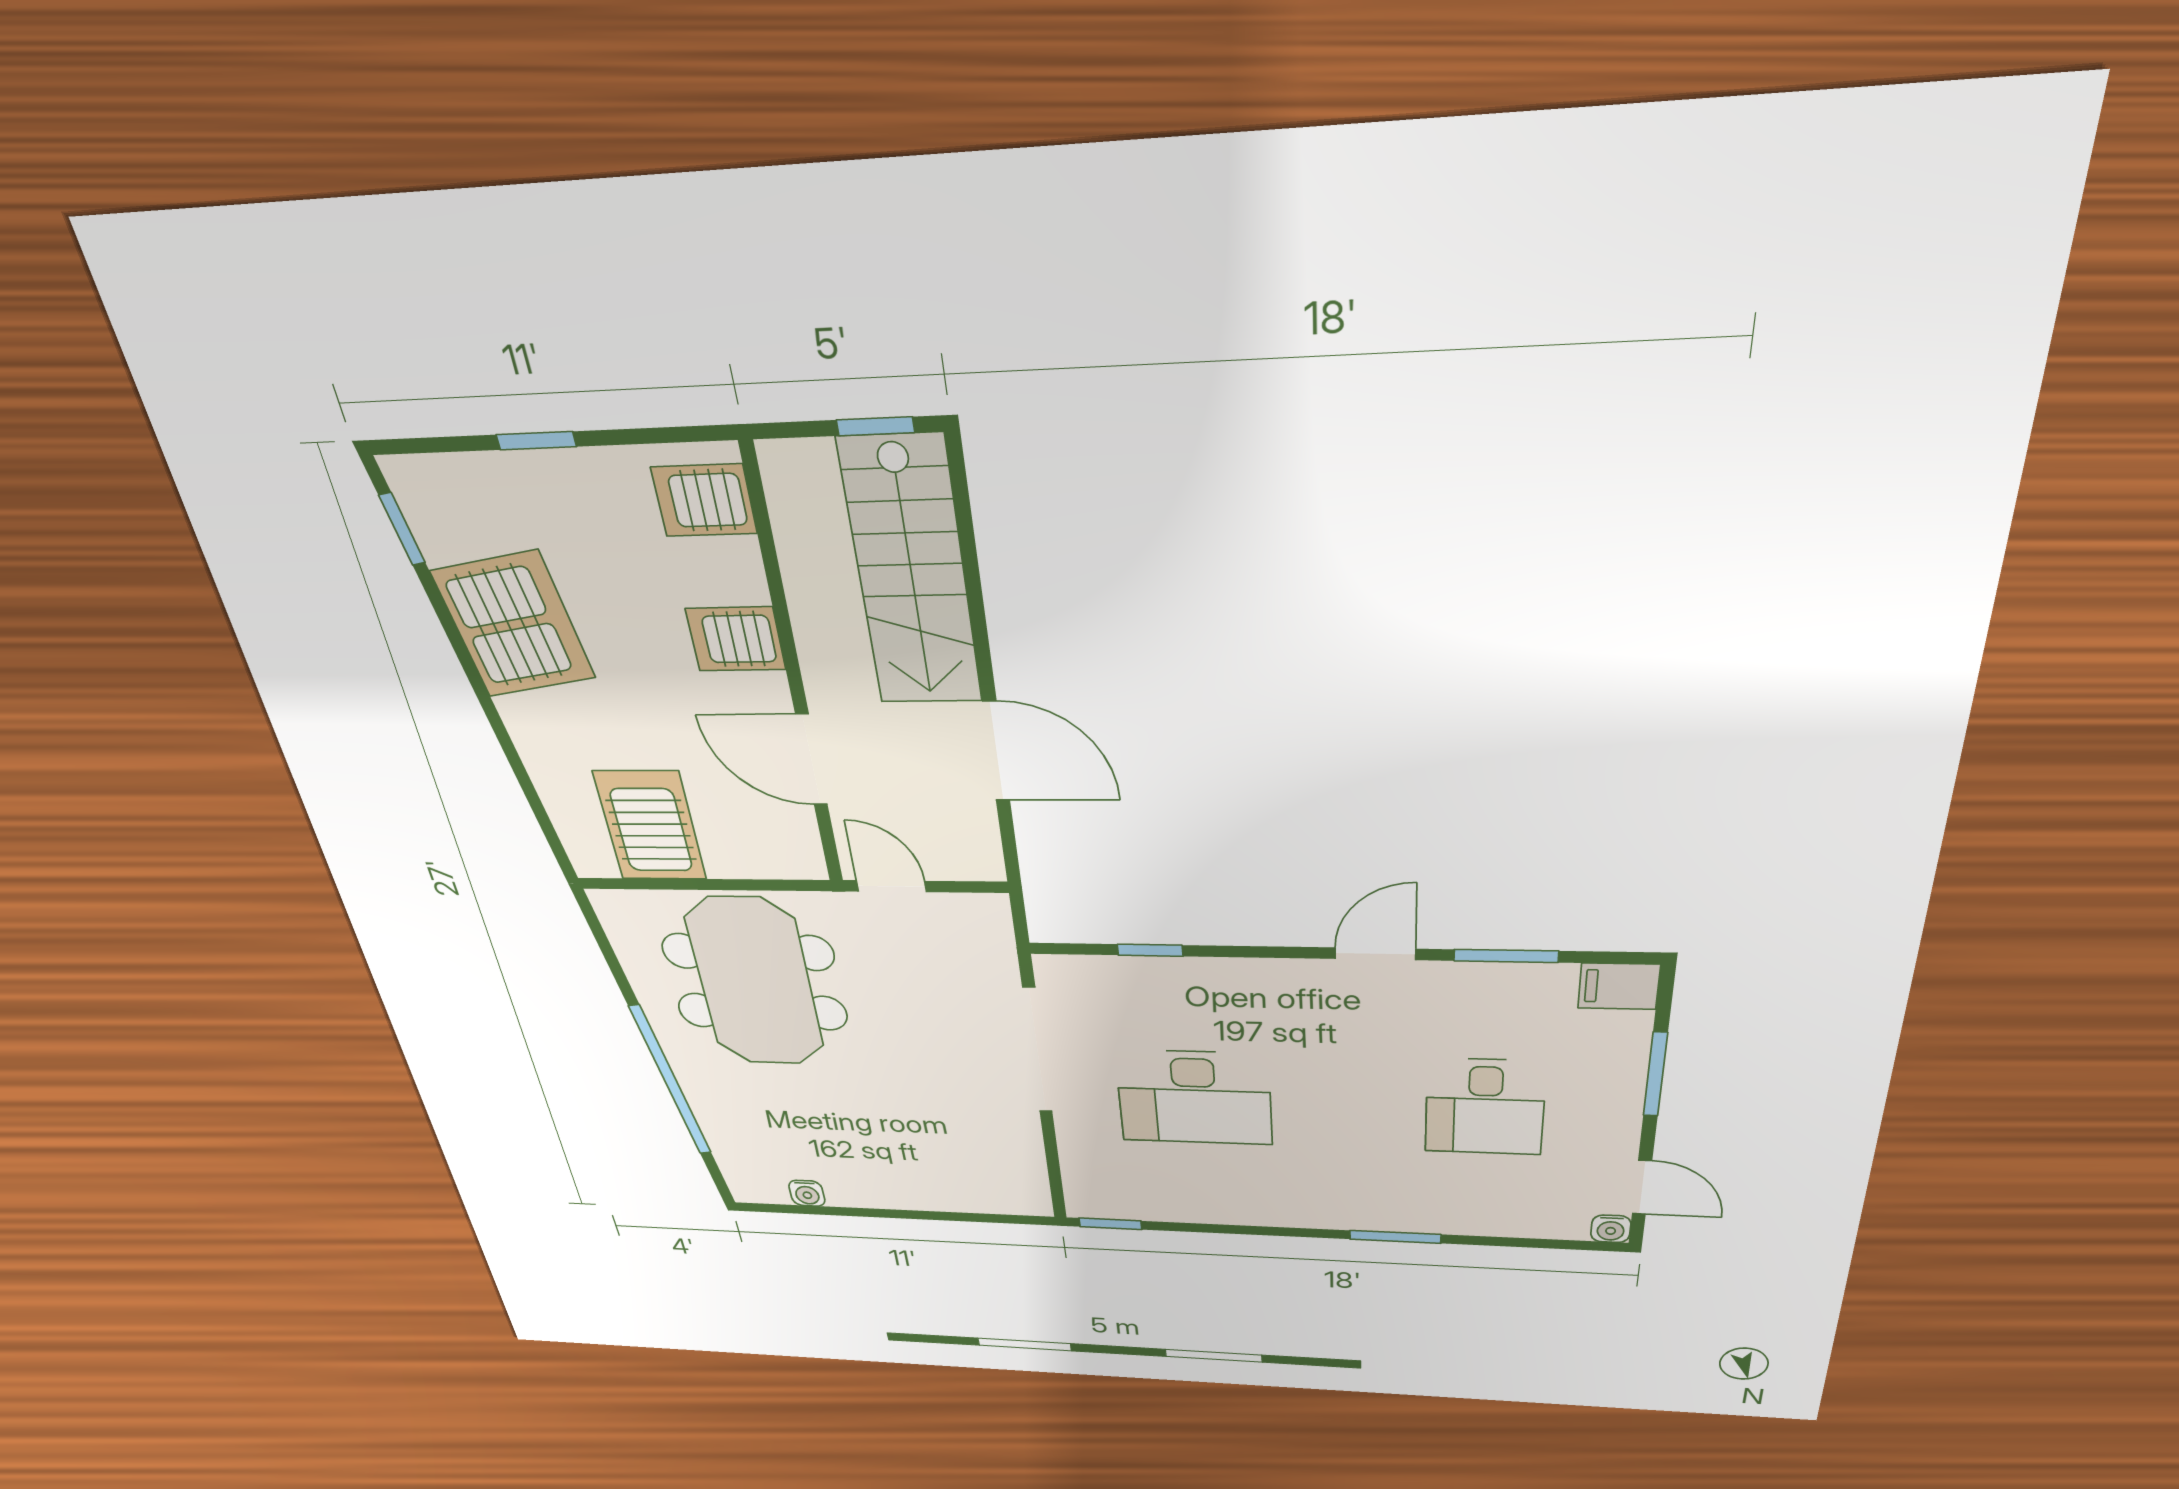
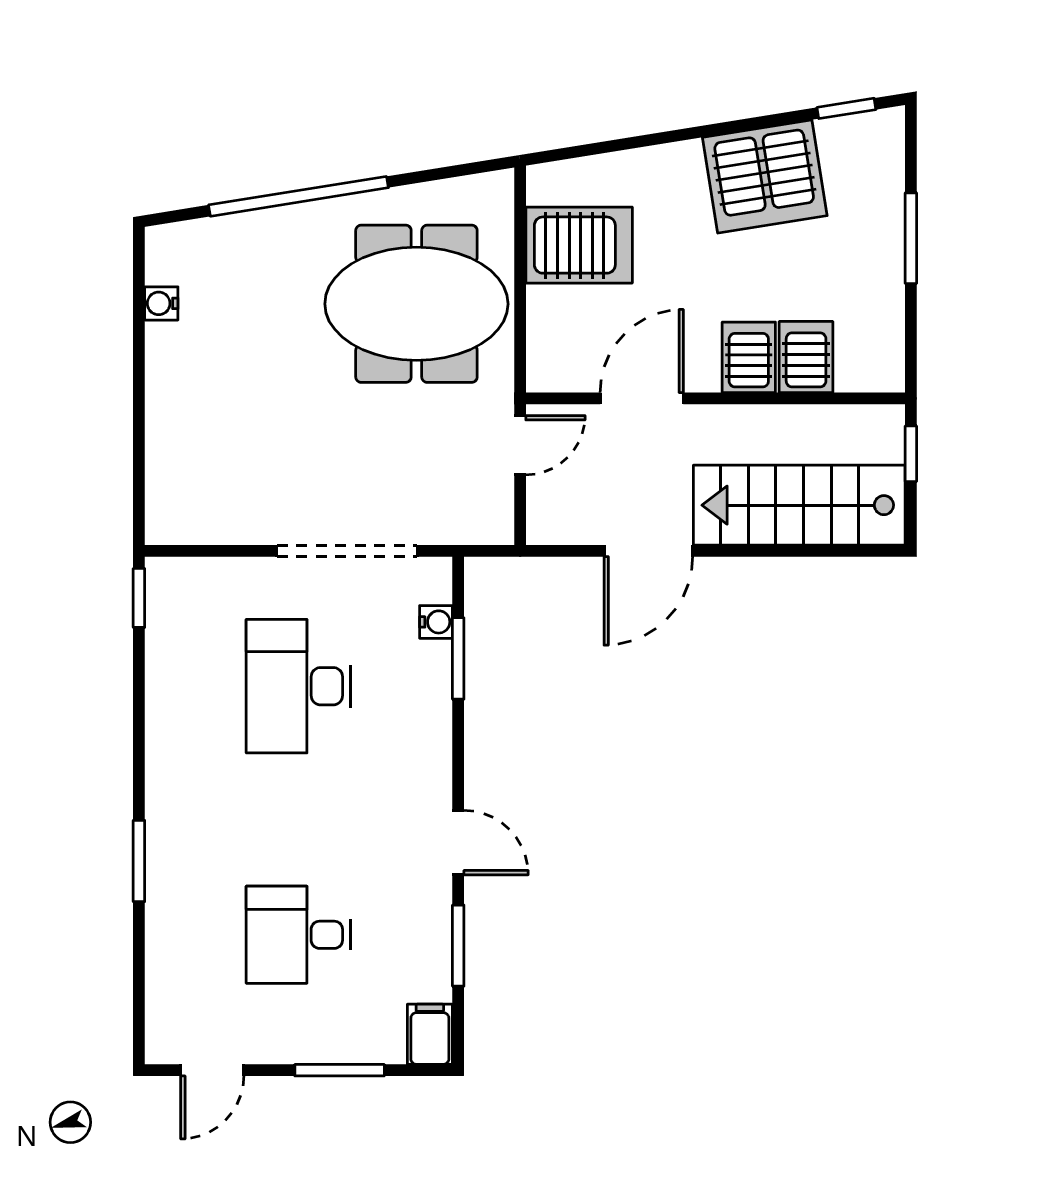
window: (875, 426) -> (911, 454), moved
window: (536, 441) -> (911, 238), width x1.50
server rack: (704, 500) -> (806, 357), moved
window: (1150, 950) -> (458, 658), width x1.50
water cooler: (1611, 1229) -> (436, 622), moved, turned 180

